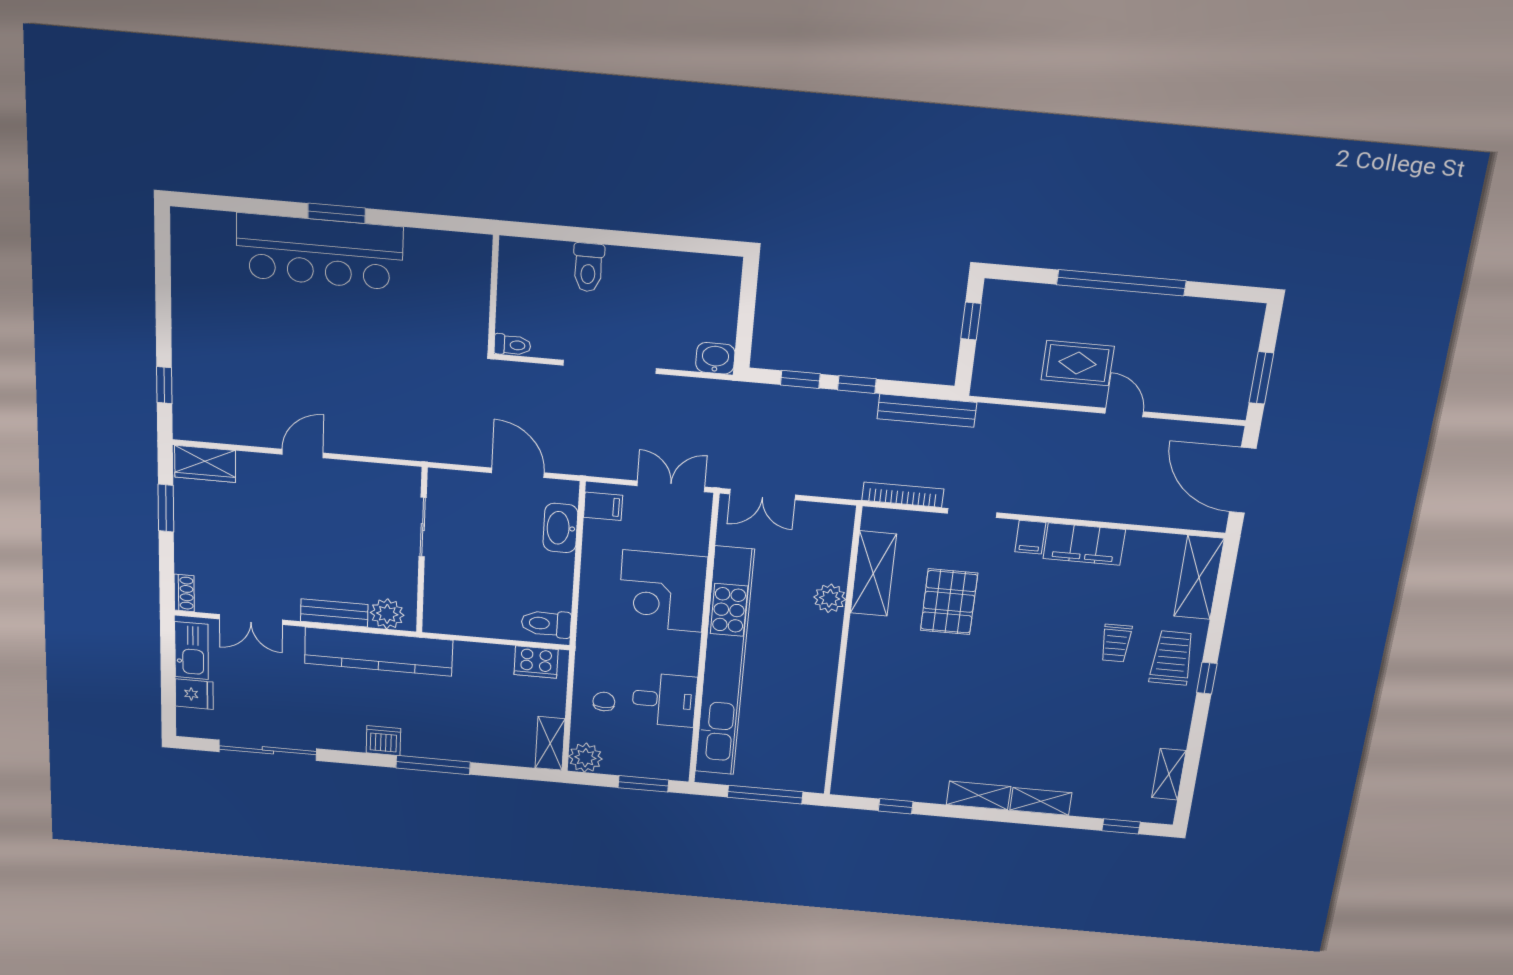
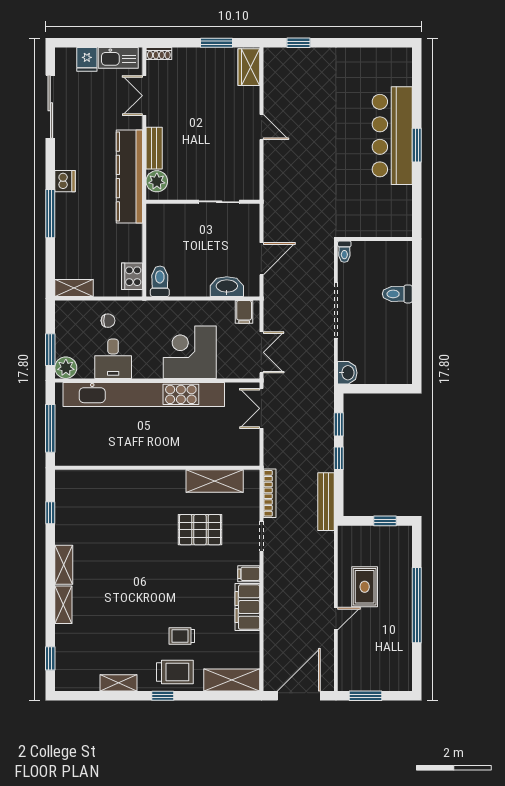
plant: (830, 598) -> (195, 456), removed
plant: (585, 758) -> (66, 368), moved
shelving: (1169, 774) -> (118, 683), moved

